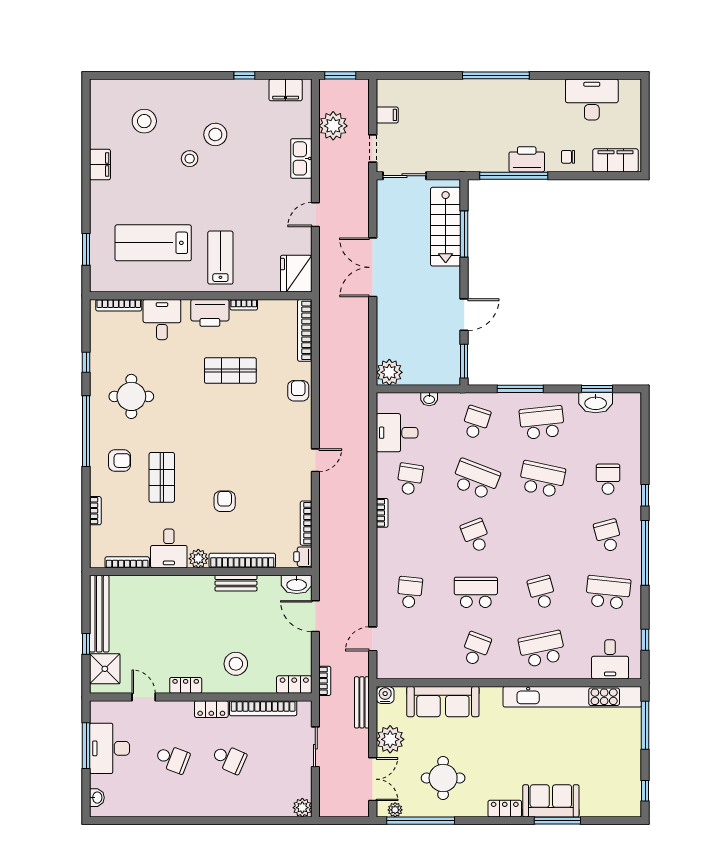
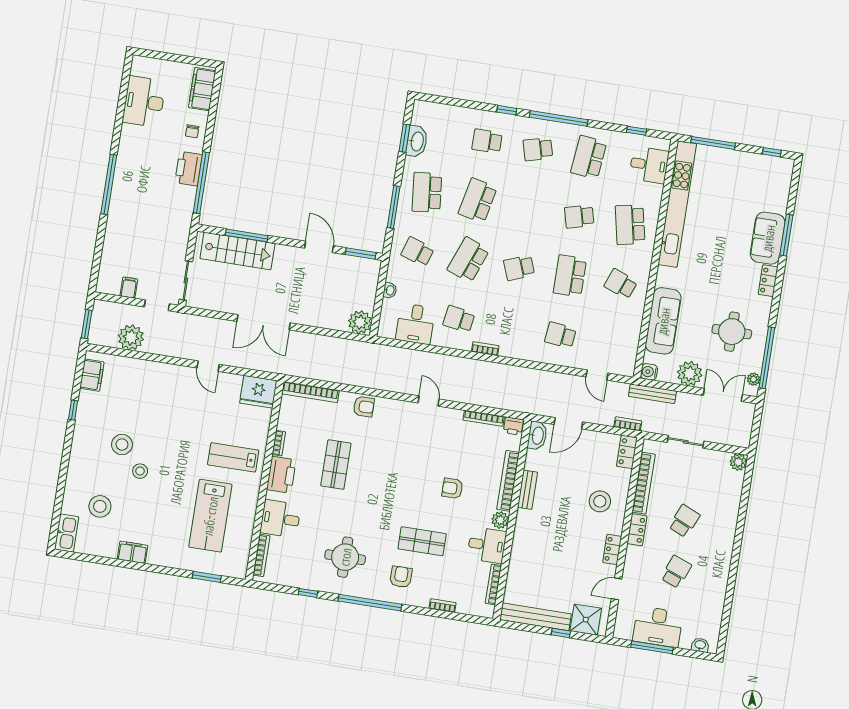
kitchen sink: (301, 158) -> (67, 533), moved, turned -90
armchair: (298, 391) -> (364, 407), turned 180

